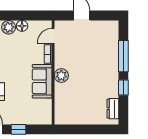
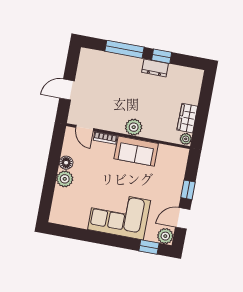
dresser: (113, 109) -> (155, 68), moved
wardrobe: (77, 118) -> (187, 118), added
plant: (60, 120) -> (186, 139), added

